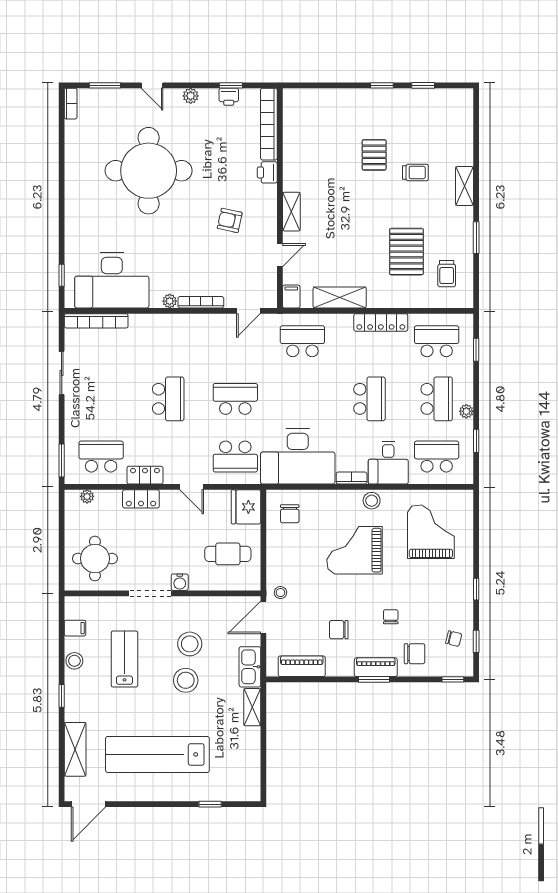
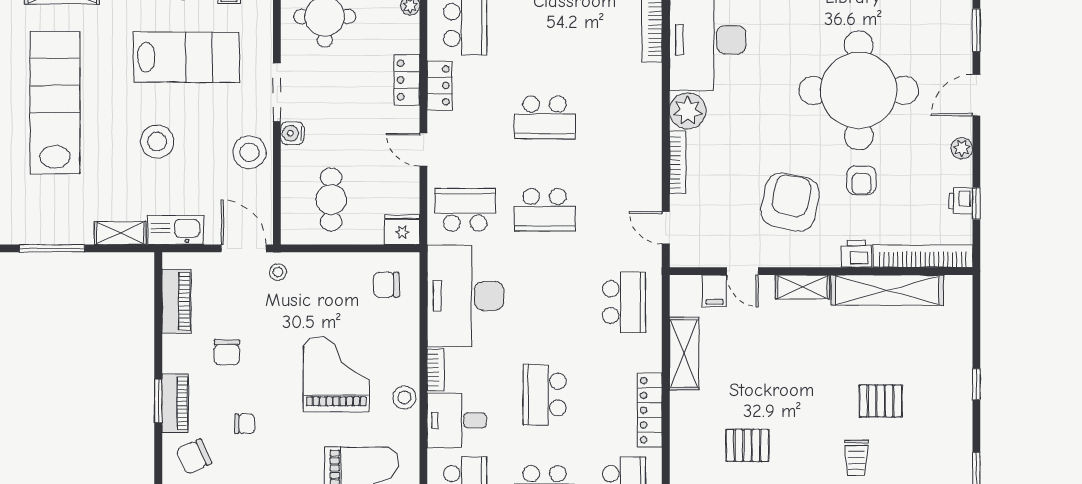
door: (152, 85) -> (976, 95), width x1.38
window: (382, 85) -> (976, 384), moved
shelving: (294, 150) -> (887, 290), added
armchair: (214, 169) -> (861, 180), added
armchair: (230, 220) -> (790, 202), width x1.88, depth x1.88
pallet: (406, 252) -> (747, 445), width x0.67, depth x0.71
filing cabinet: (291, 297) -> (714, 291), moved, turned 90
plant: (170, 301) -> (688, 111), width x1.88, depth x1.88
school desk: (235, 399) -> (545, 210), turned 90
school desk: (370, 399) -> (545, 395), turned 90
school desk: (235, 457) -> (465, 210), turned 90
door: (192, 487) -> (423, 150), hinge flipped
fridge: (246, 507) -> (402, 230), width x0.73, depth x0.75
chair: (339, 630) -> (227, 352), turned 180
stool: (190, 644) -> (250, 152), moved
chair: (415, 654) -> (194, 457), turned 66
lab bench: (124, 659) -> (186, 57), width x1.36, depth x1.39
window: (263, 757) -> (52, 248), added

